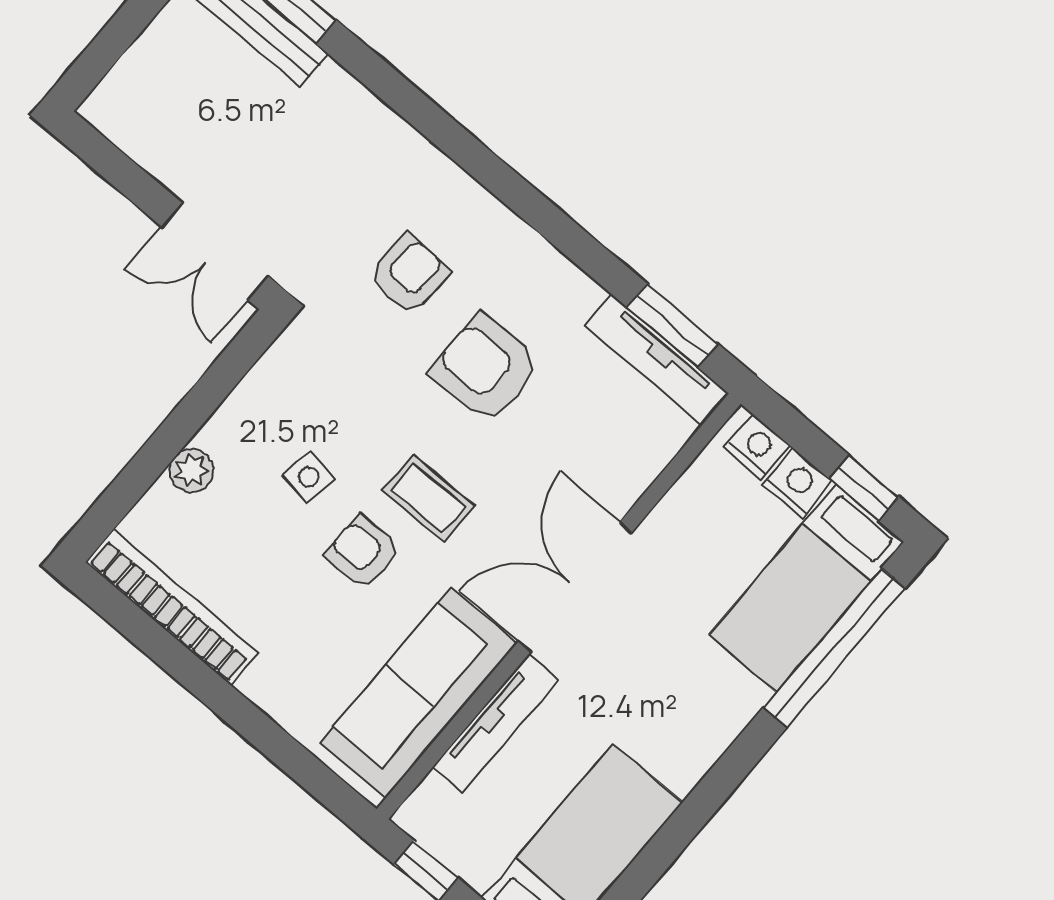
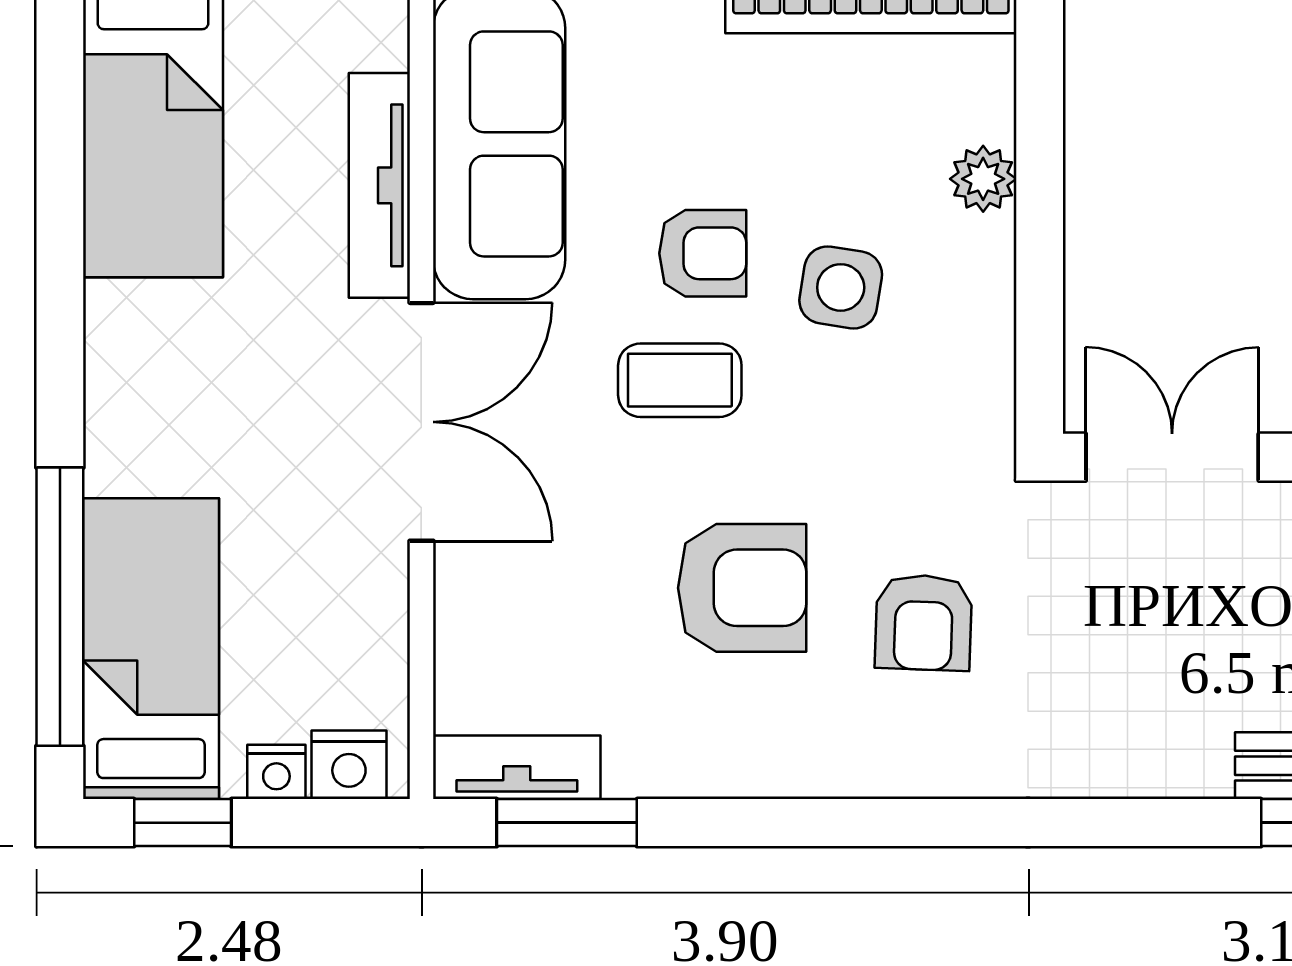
tv unit: (657, 360) -> (517, 767), width x0.71
side table: (309, 477) -> (841, 287), width x1.37, depth x1.37
nightstand: (797, 483) -> (276, 772), width x0.72, depth x0.74

